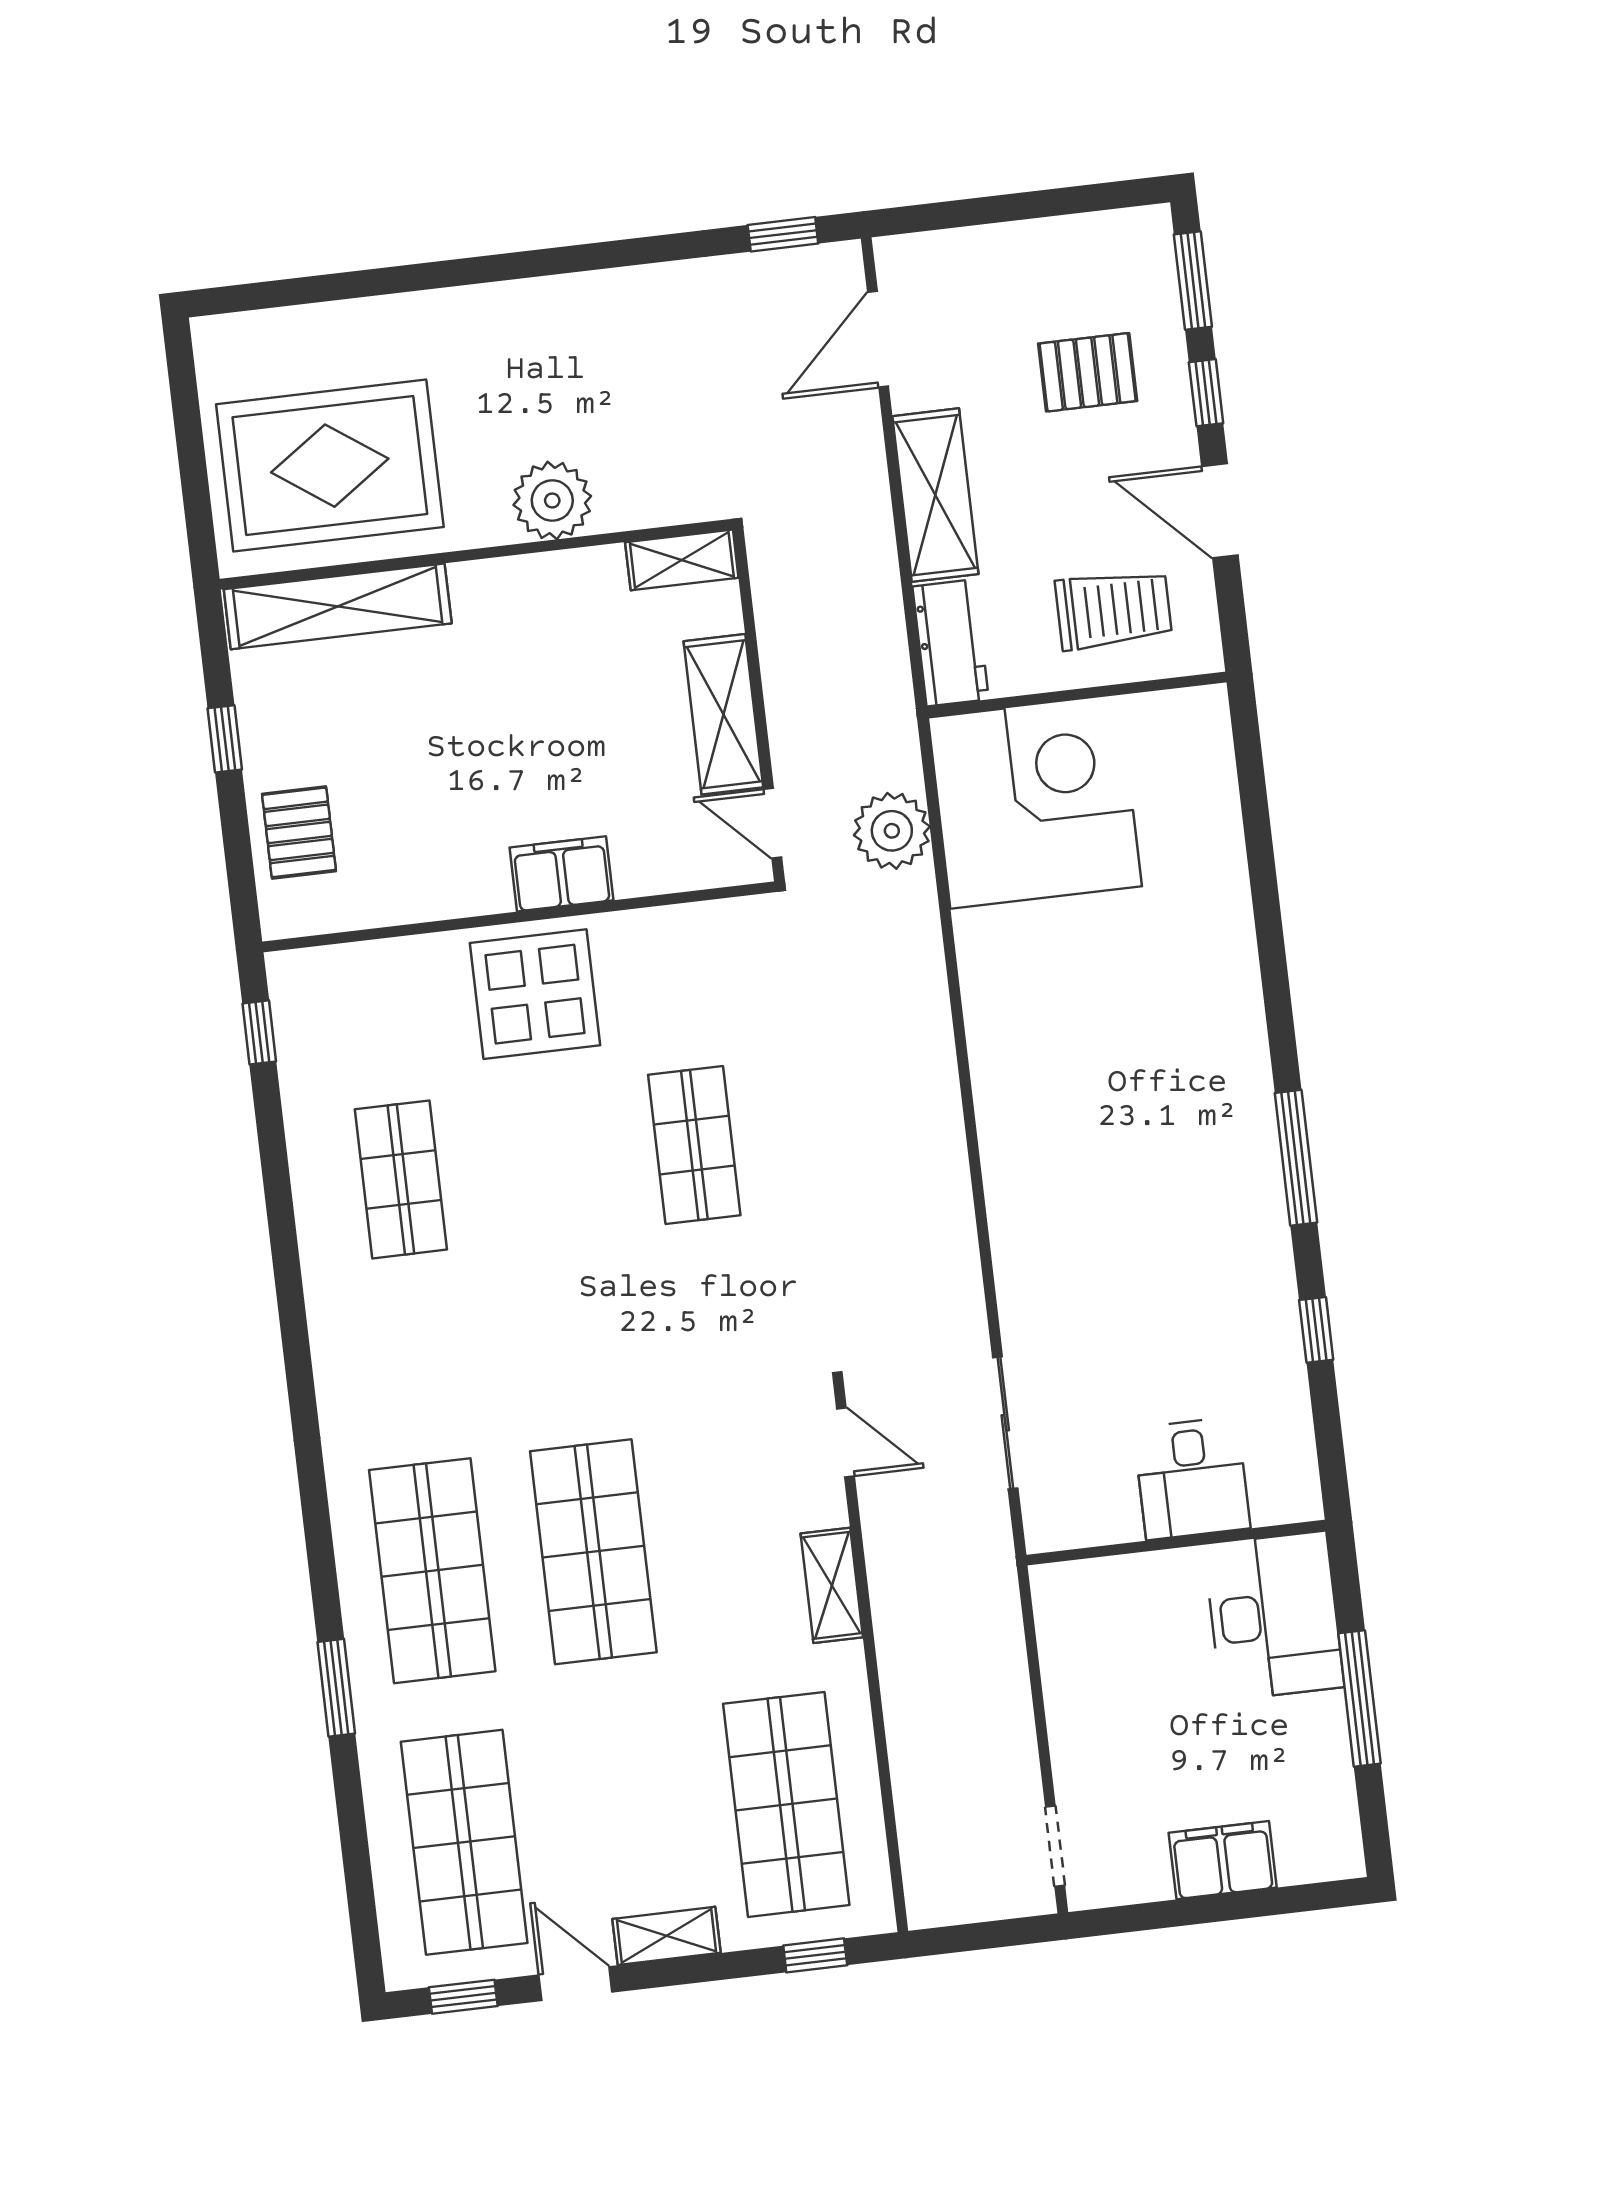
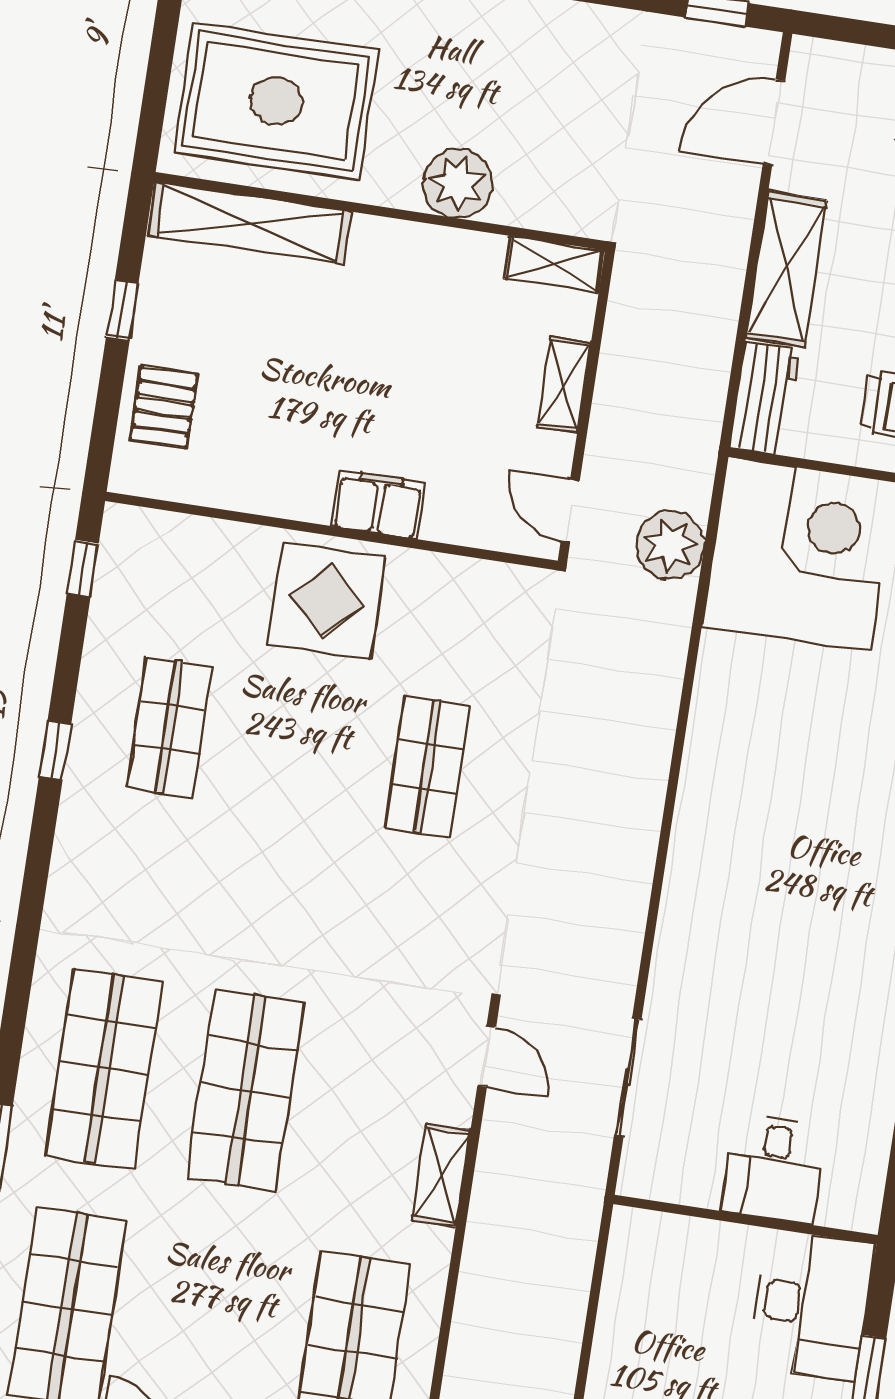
shelving: (723, 714) -> (564, 385), width x0.67, depth x0.75
window: (283, 1238) -> (55, 750), added

